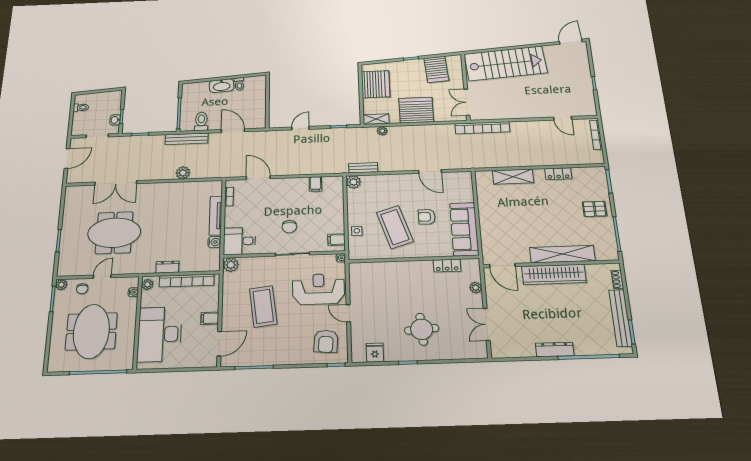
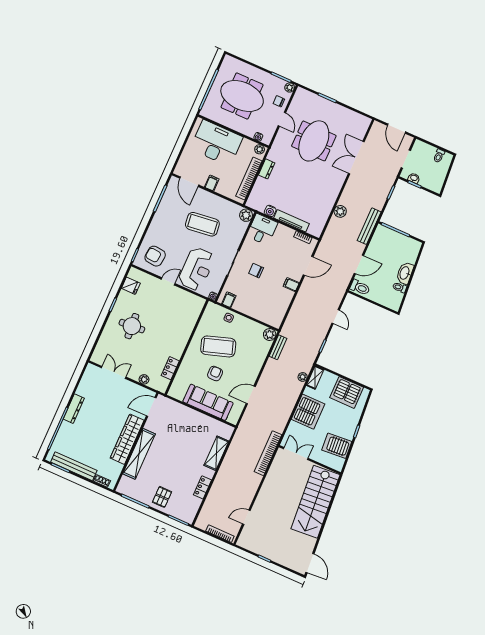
toilet: (201, 121) -> (360, 287), moved
filing cabinet: (315, 184) -> (291, 285), moved
sofa: (464, 229) -> (208, 402), moved

